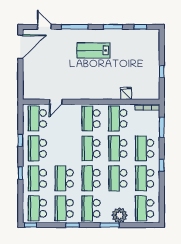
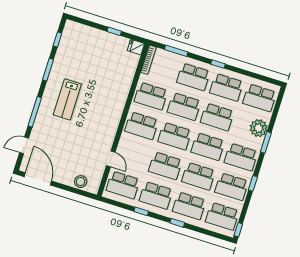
stool: (29, 83) -> (81, 182), added
fridge: (126, 93) -> (136, 47), moved
school desk: (64, 148) -> (165, 166), added

